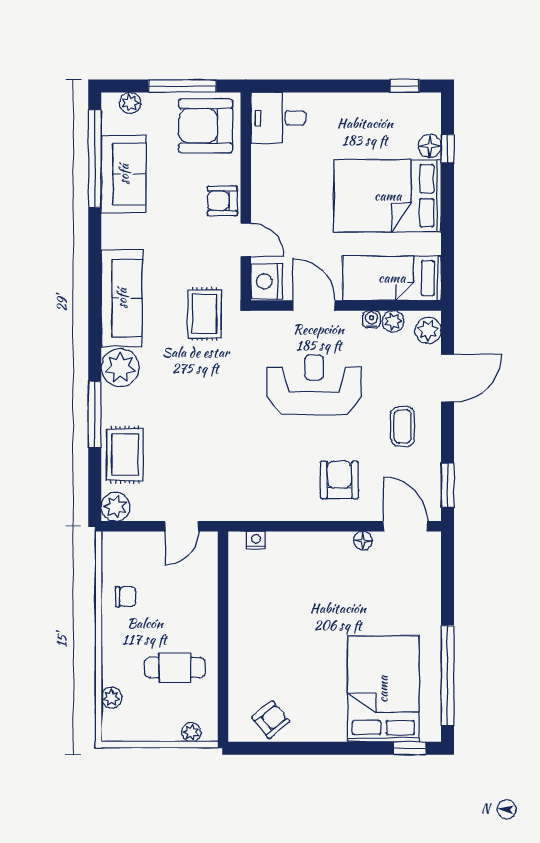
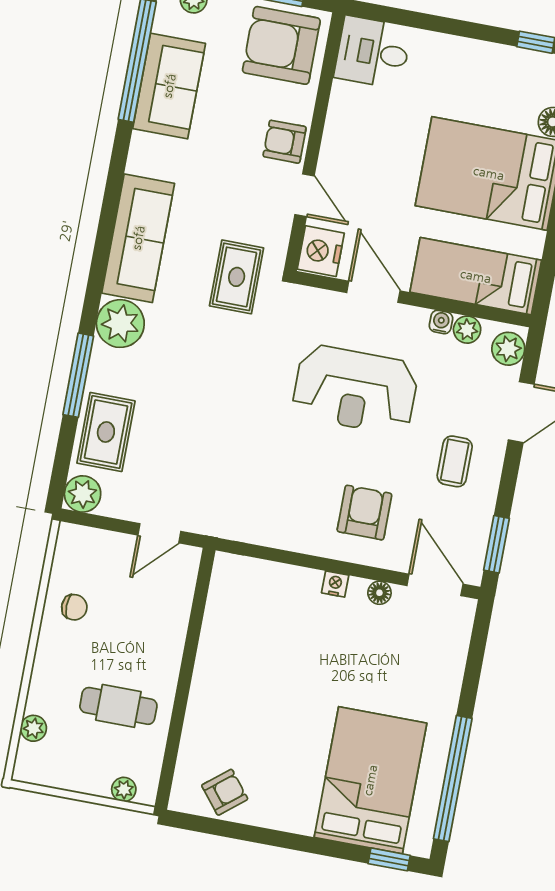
reception desk: (314, 385) -> (355, 390), turned 180
nightstand: (256, 540) -> (335, 584), moved

